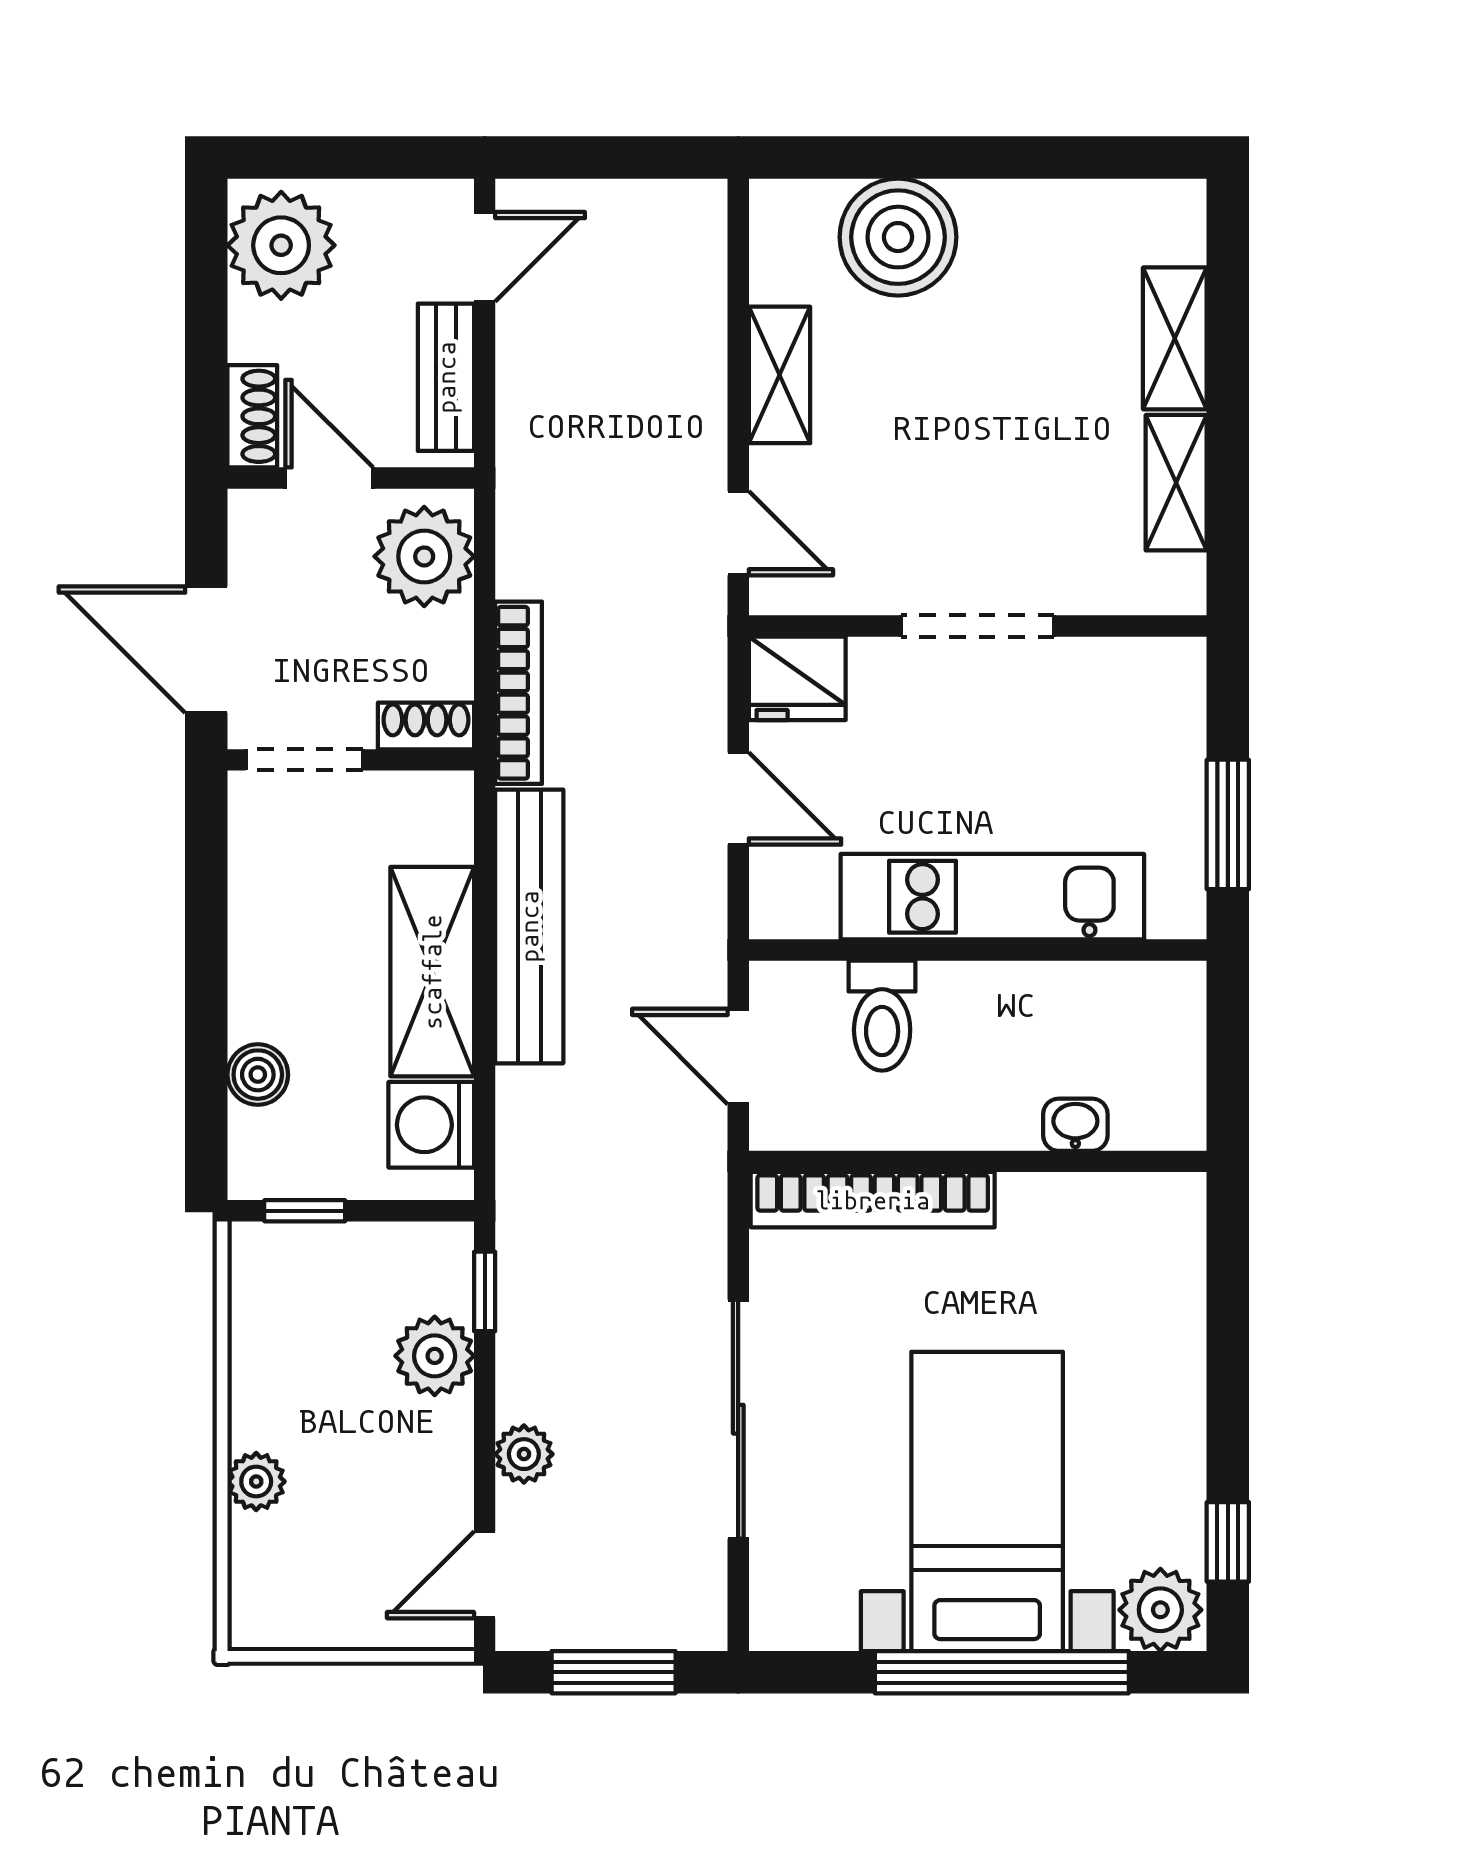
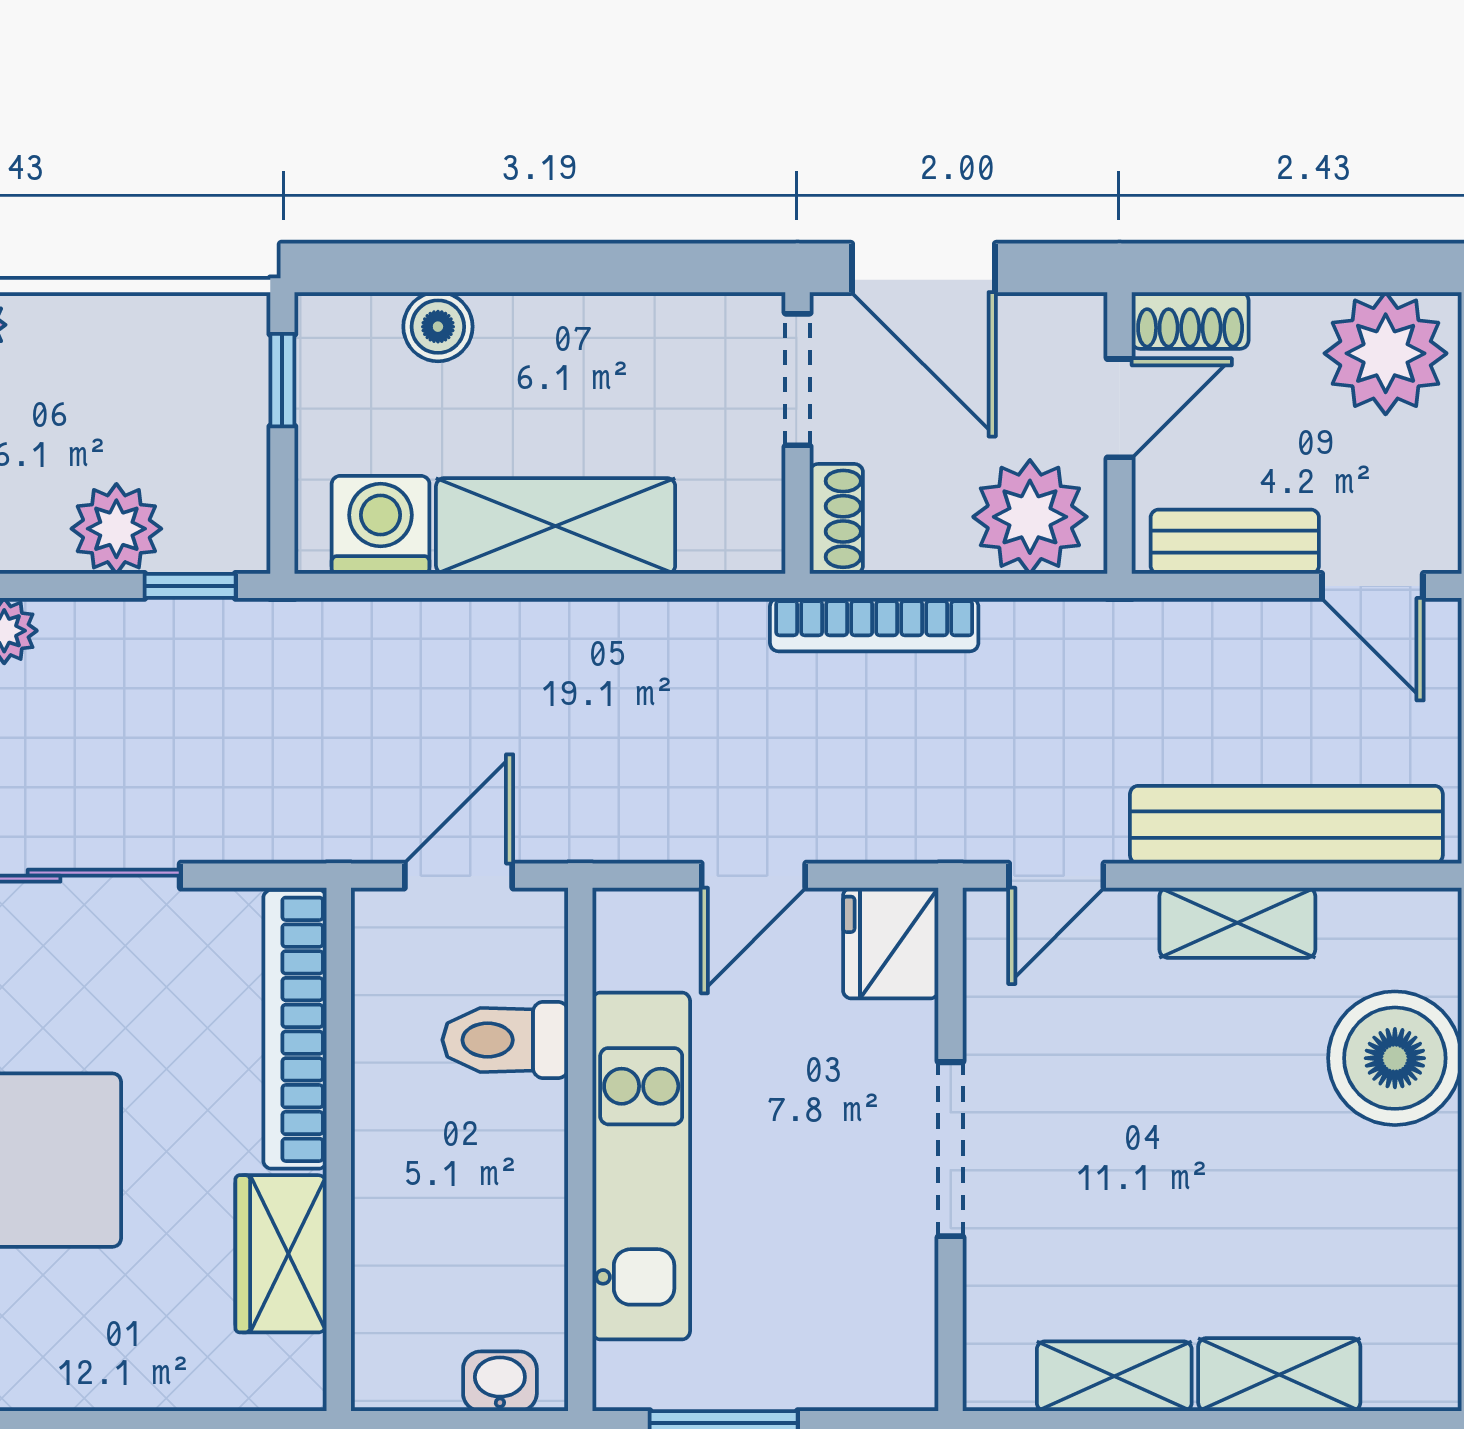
door: (206, 650) -> (924, 268), swing flipped
bench: (529, 926) -> (1286, 825), moved
washbasin: (1075, 1125) -> (500, 1381), moved, turned -90
wardrobe: (1069, 1212) -> (281, 1254), added

